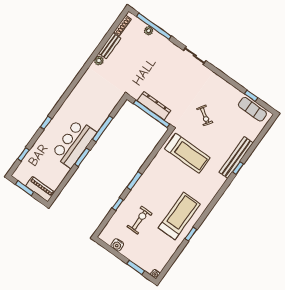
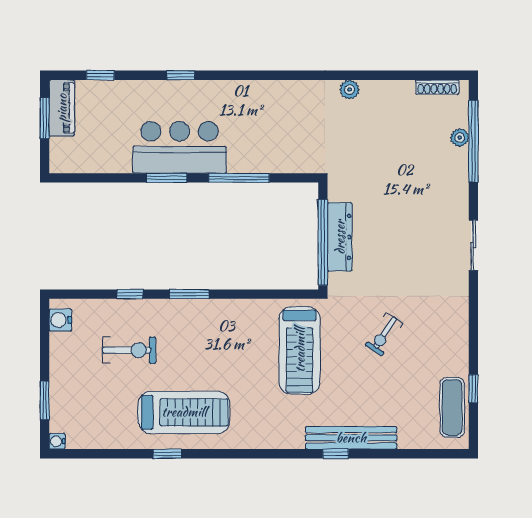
bench: (110, 46) -> (387, 90), removed
piano: (40, 189) -> (62, 108), moved
water cooler: (117, 245) -> (60, 320), moved

